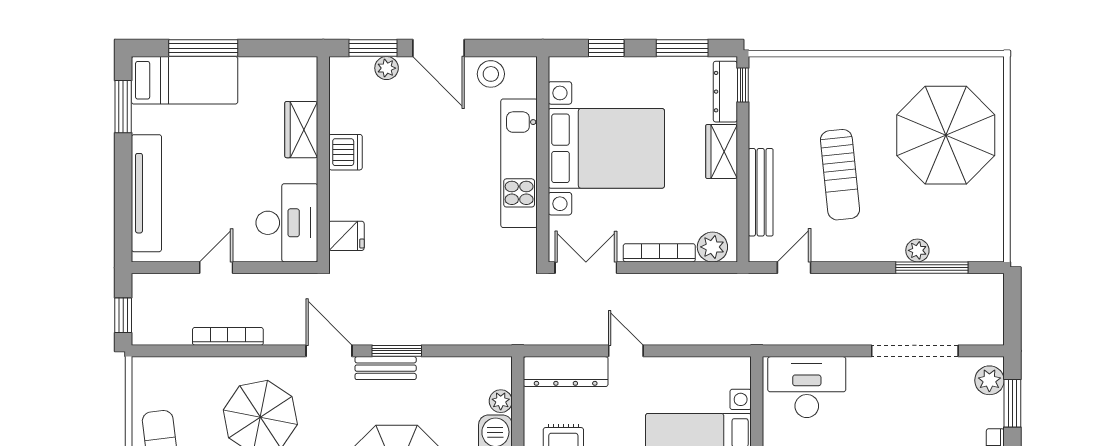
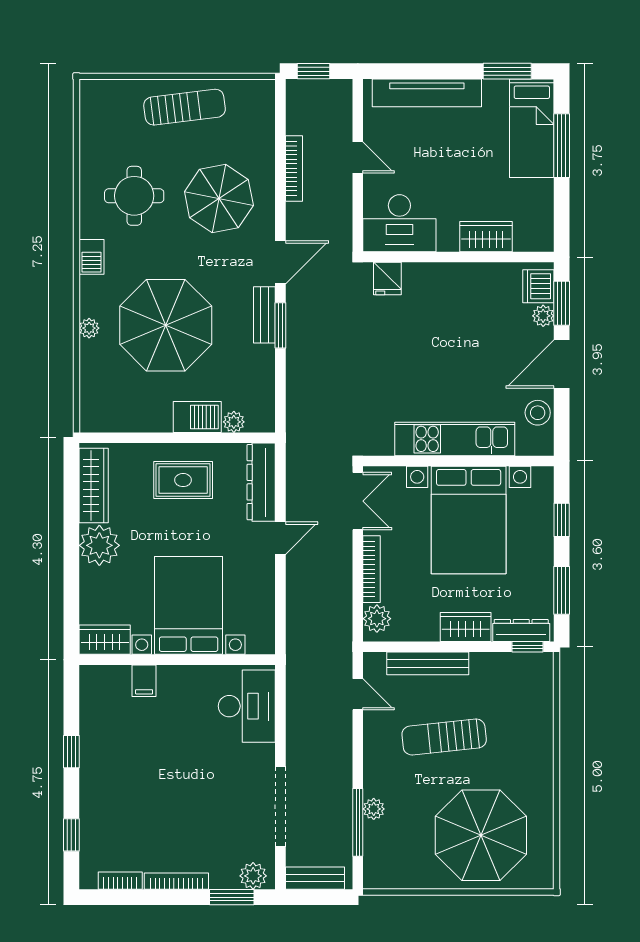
dishwasher: (345, 152) -> (538, 286), moved, turned 90
bench: (992, 314) -> (315, 878), added

